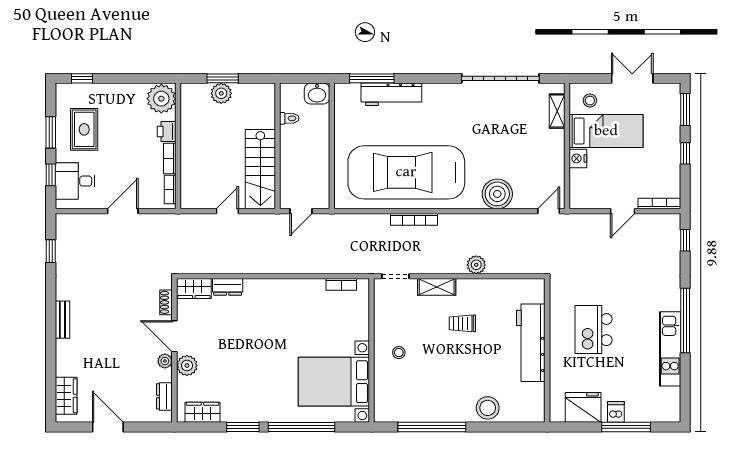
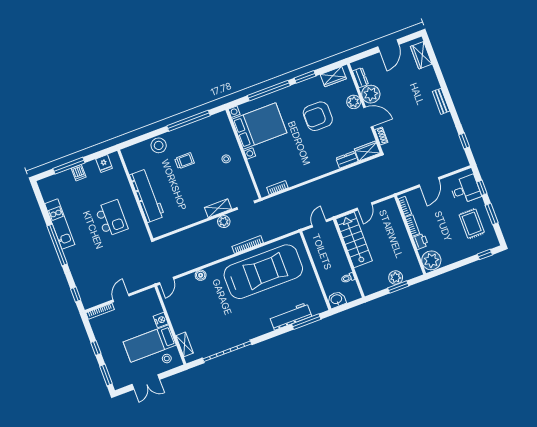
boiler: (497, 194) -> (201, 275), width x0.54, depth x0.54
plant: (476, 265) -> (224, 222), moved
trolley: (462, 323) -> (184, 161), moved
plant: (165, 361) -> (371, 94), width x1.87, depth x1.87
armchair: (246, 364) -> (318, 116), added
fridge: (583, 407) -> (104, 164), width x0.53, depth x0.75
door: (108, 427) -> (388, 46), hinge flipped

